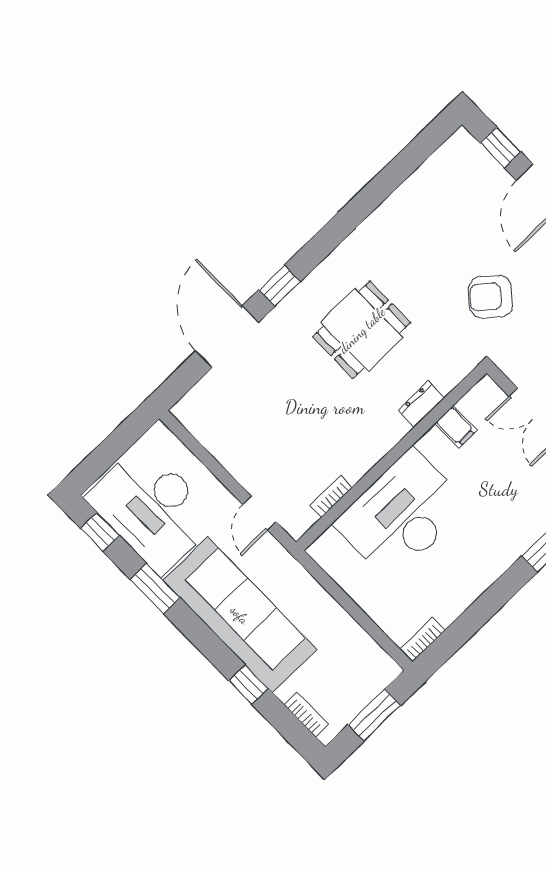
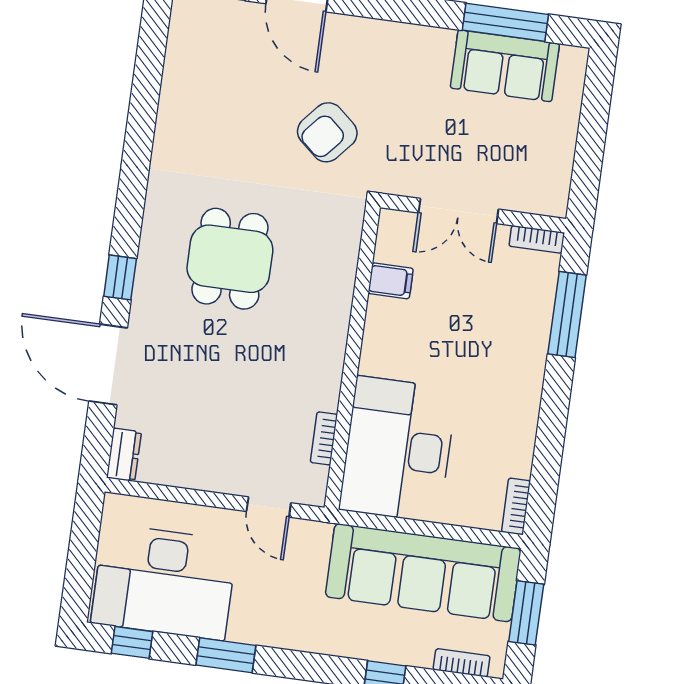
dresser: (421, 404) -> (124, 455), moved, turned 180
desk: (401, 515) -> (398, 449), moved
sofa: (240, 615) -> (423, 573), moved, turned 180

